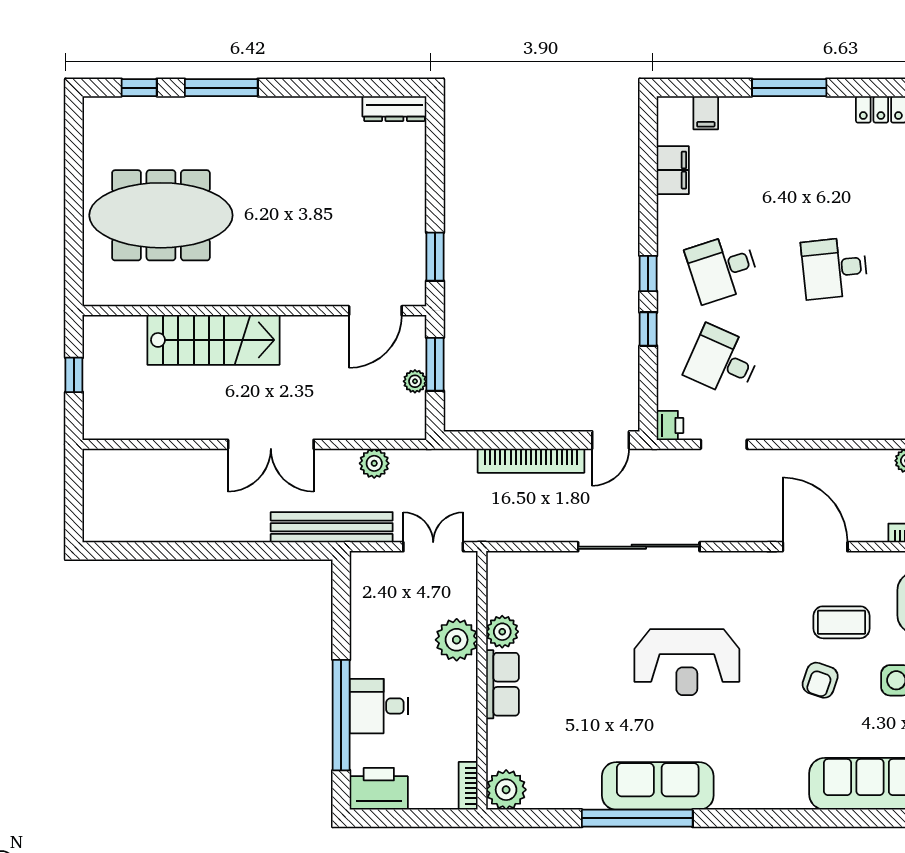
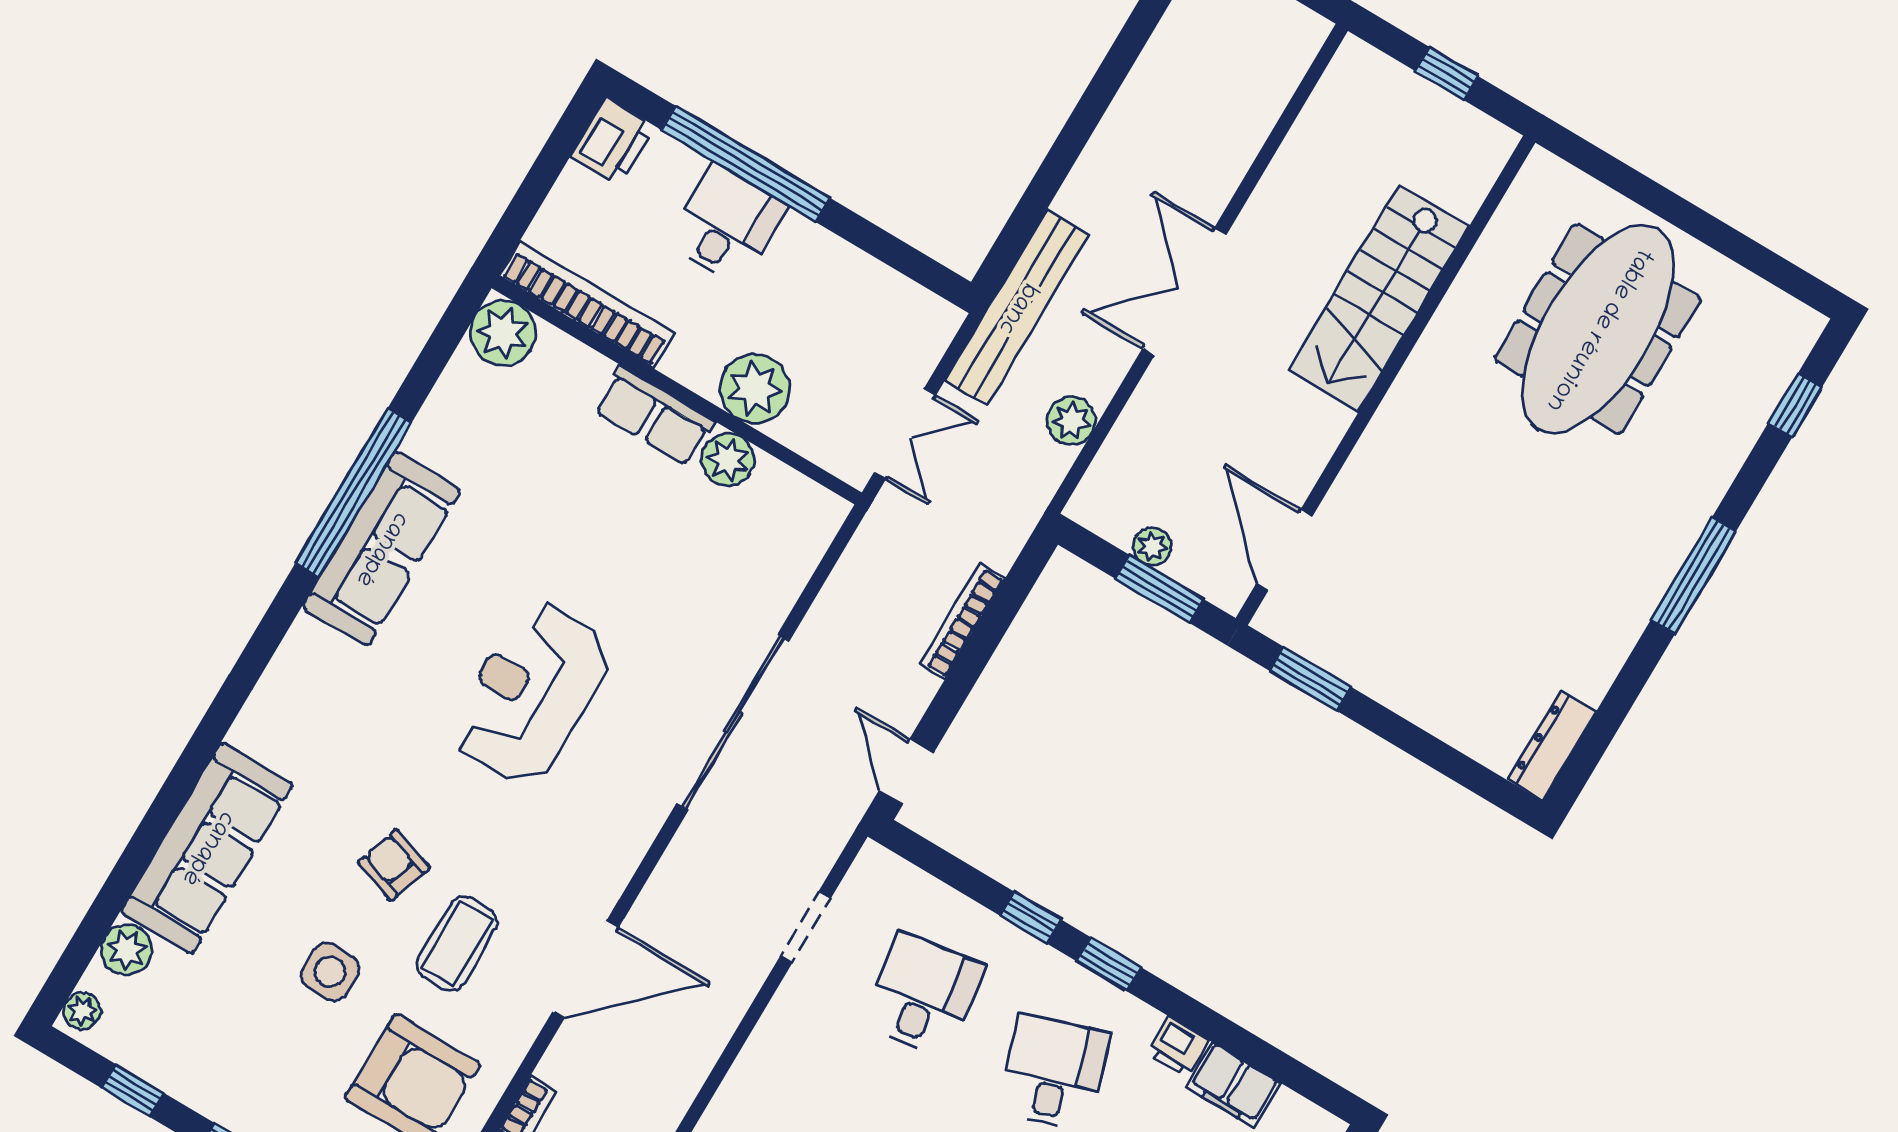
window: (221, 88) -> (1693, 576), moved
desk: (722, 361) -> (923, 995), turned -33
printer: (670, 425) -> (1178, 1047), moved
bookcase: (531, 461) -> (962, 621), width x0.68, depth x0.76
bookcase: (468, 786) -> (587, 305), width x2.31, depth x1.31
printer: (379, 789) -> (613, 141), width x0.73, depth x0.84

